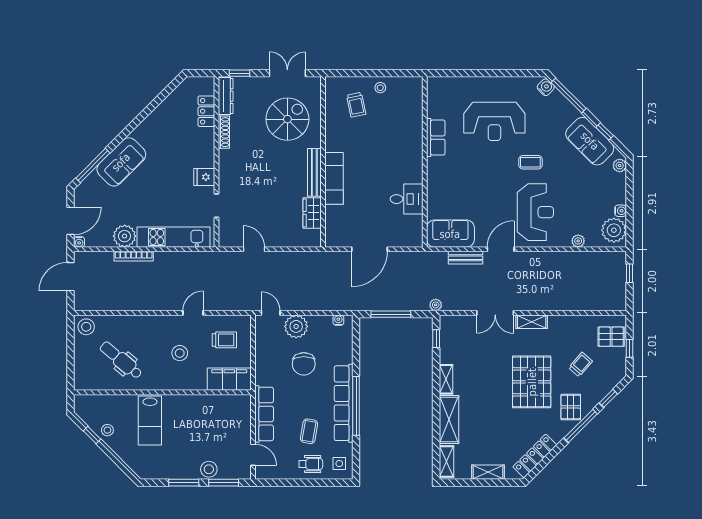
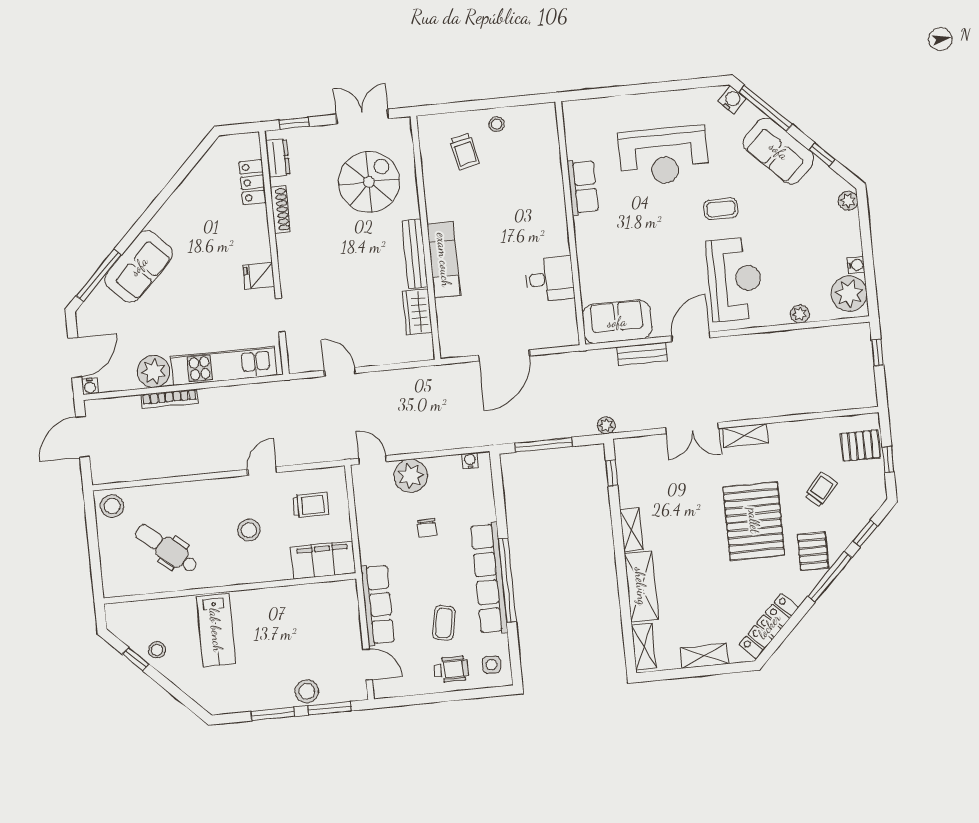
dresser: (226, 96) -> (278, 158), width x0.70
sofa: (590, 141) -> (779, 151), moved
chair: (304, 364) -> (427, 528), width x0.54, depth x0.54

